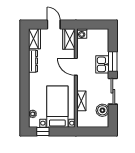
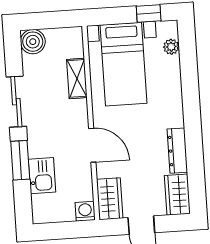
kitchen sink: (102, 64) -> (42, 176), moved
boiler: (102, 110) -> (33, 42), moved

